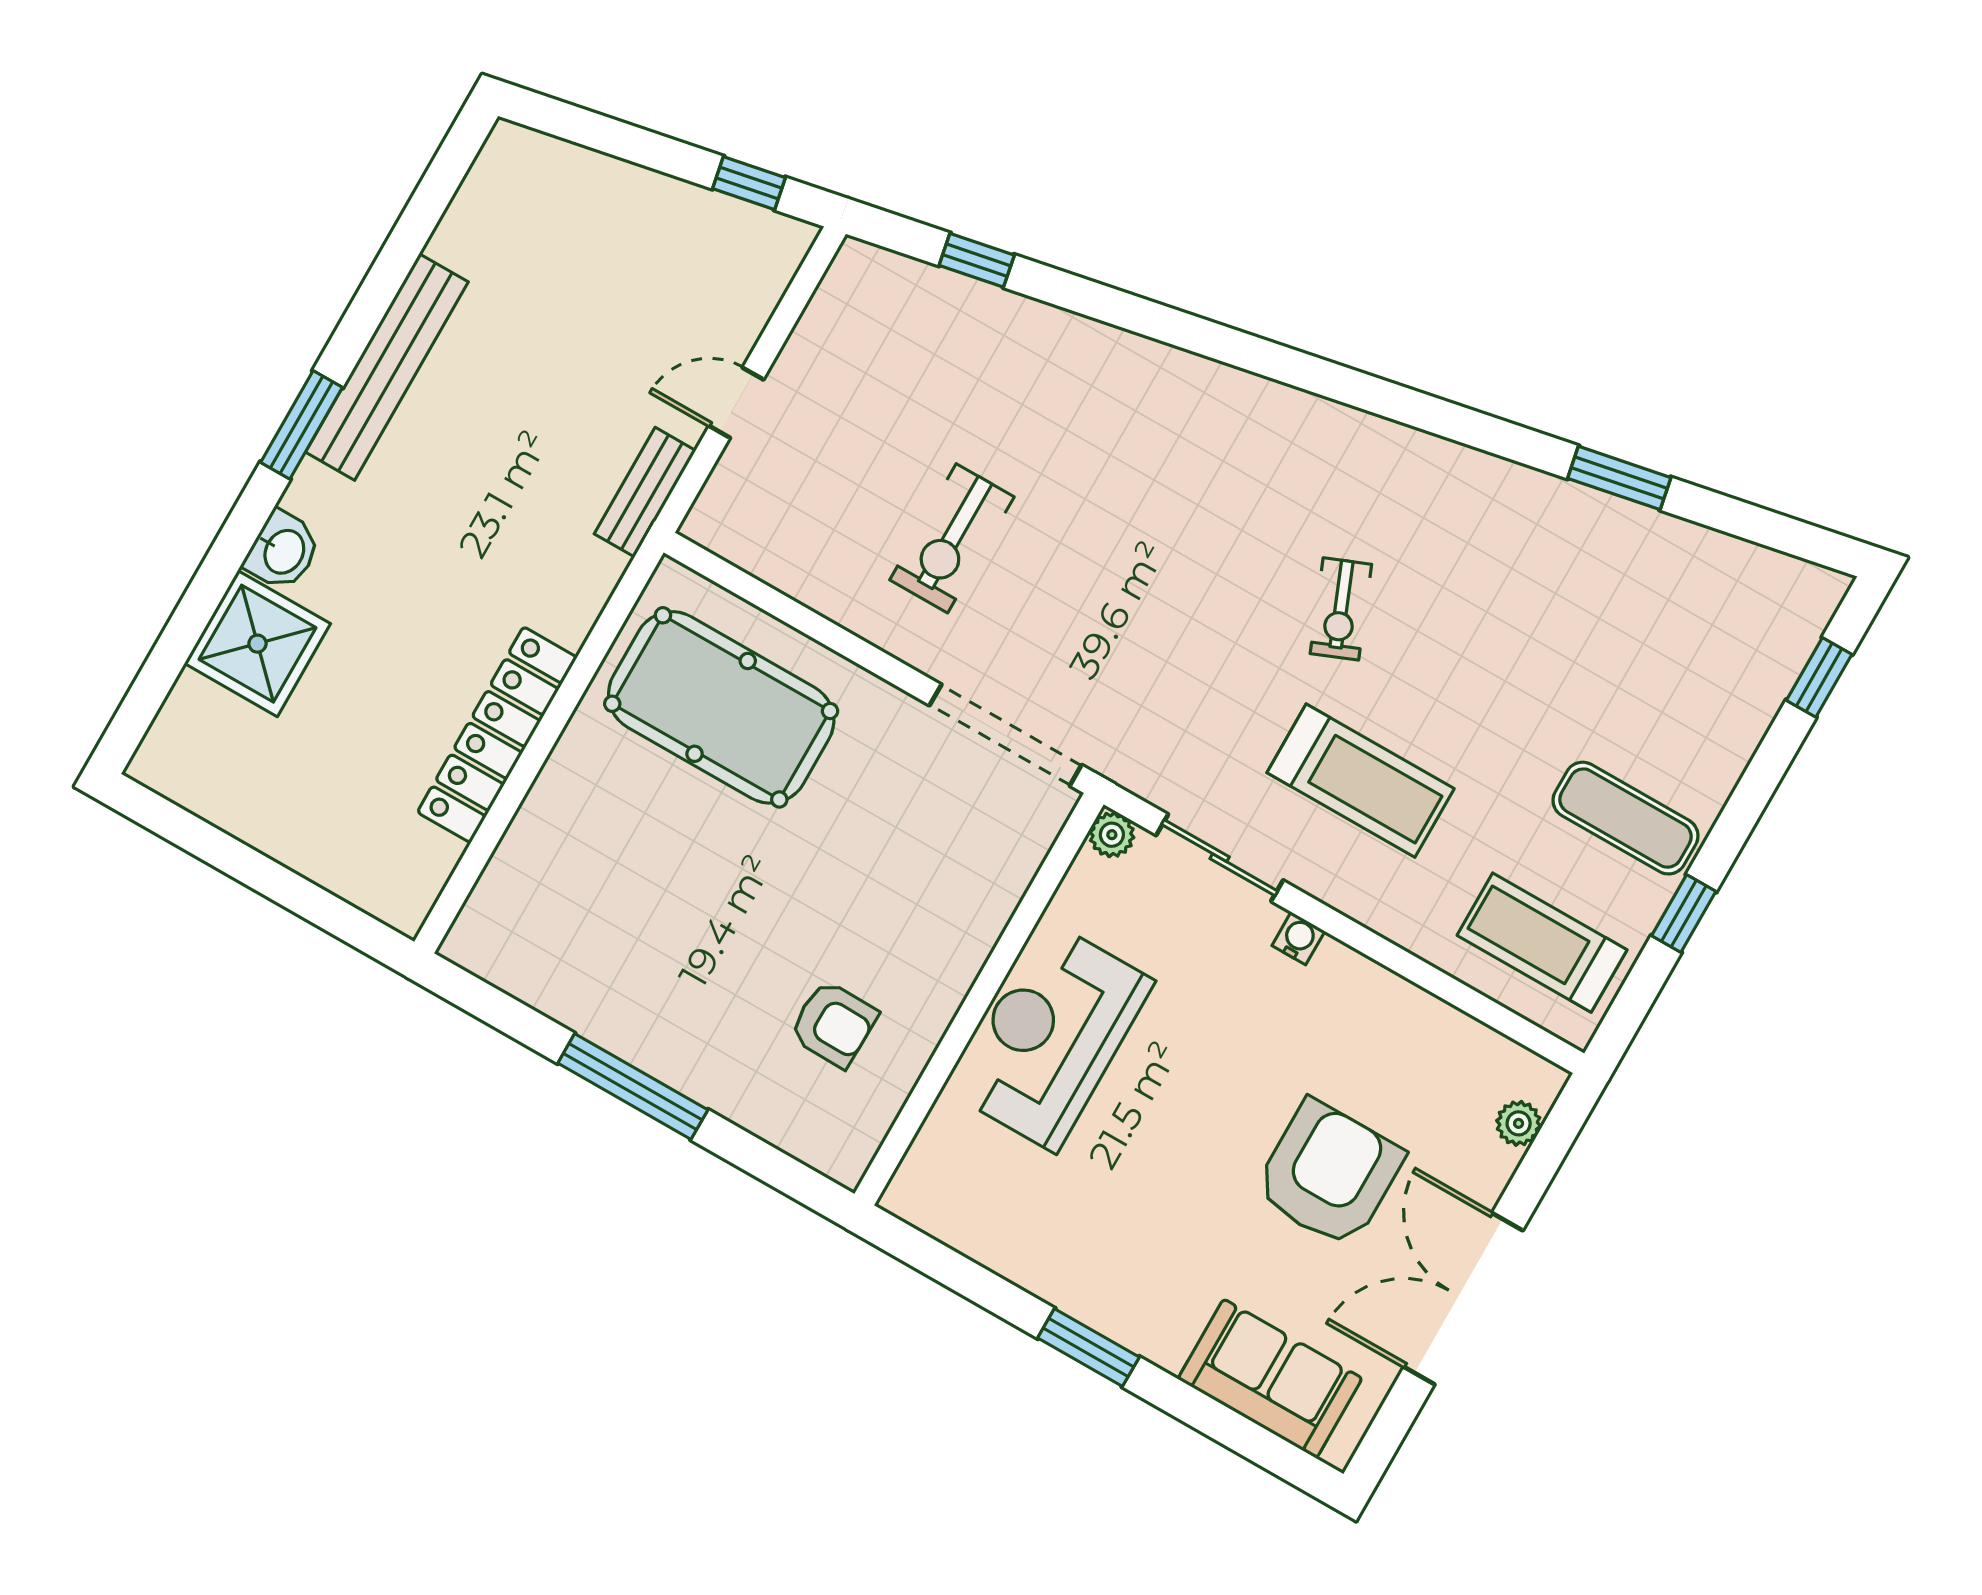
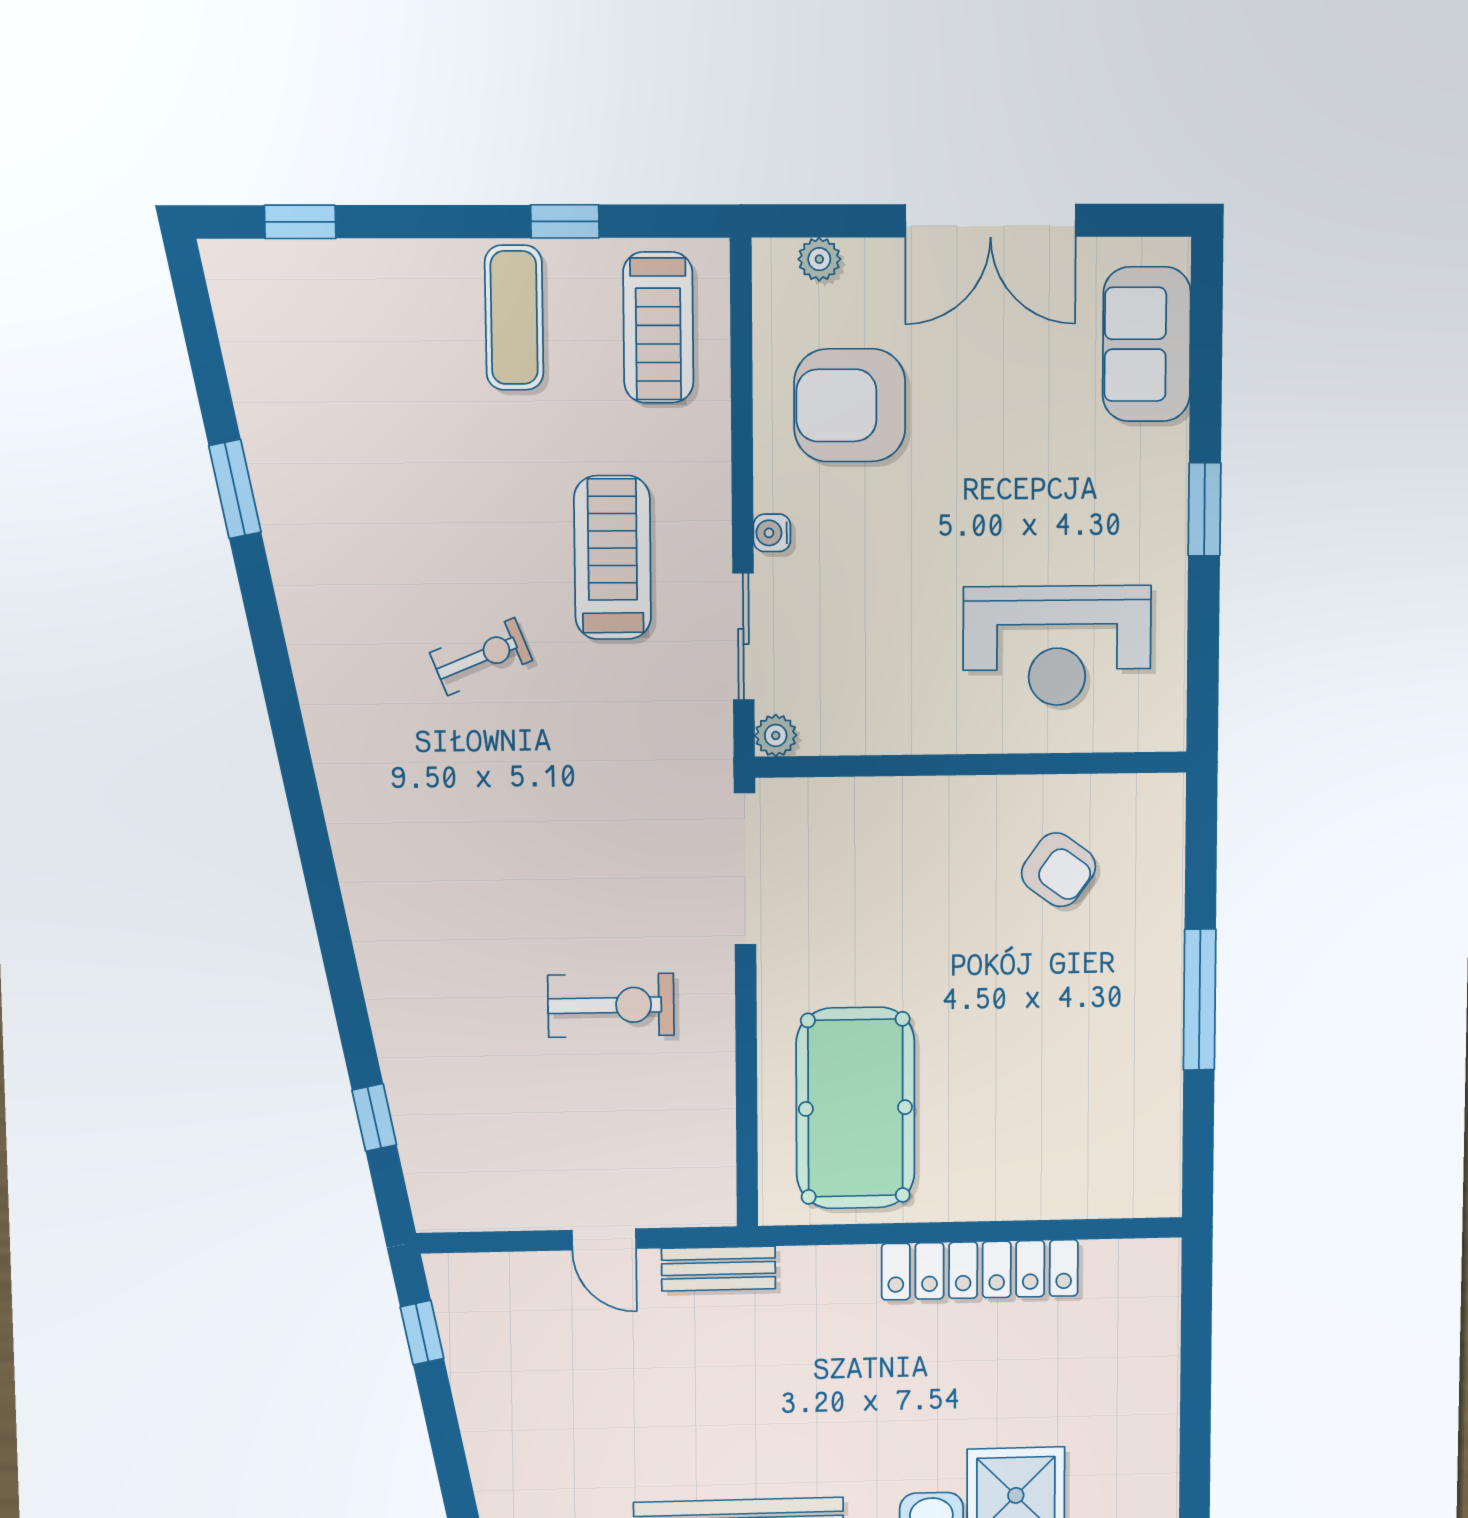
armchair: (834, 1024) -> (1058, 870), turned 125
reception desk: (1052, 1037) -> (1057, 646), moved
armchair: (1329, 1174) -> (850, 405), moved

